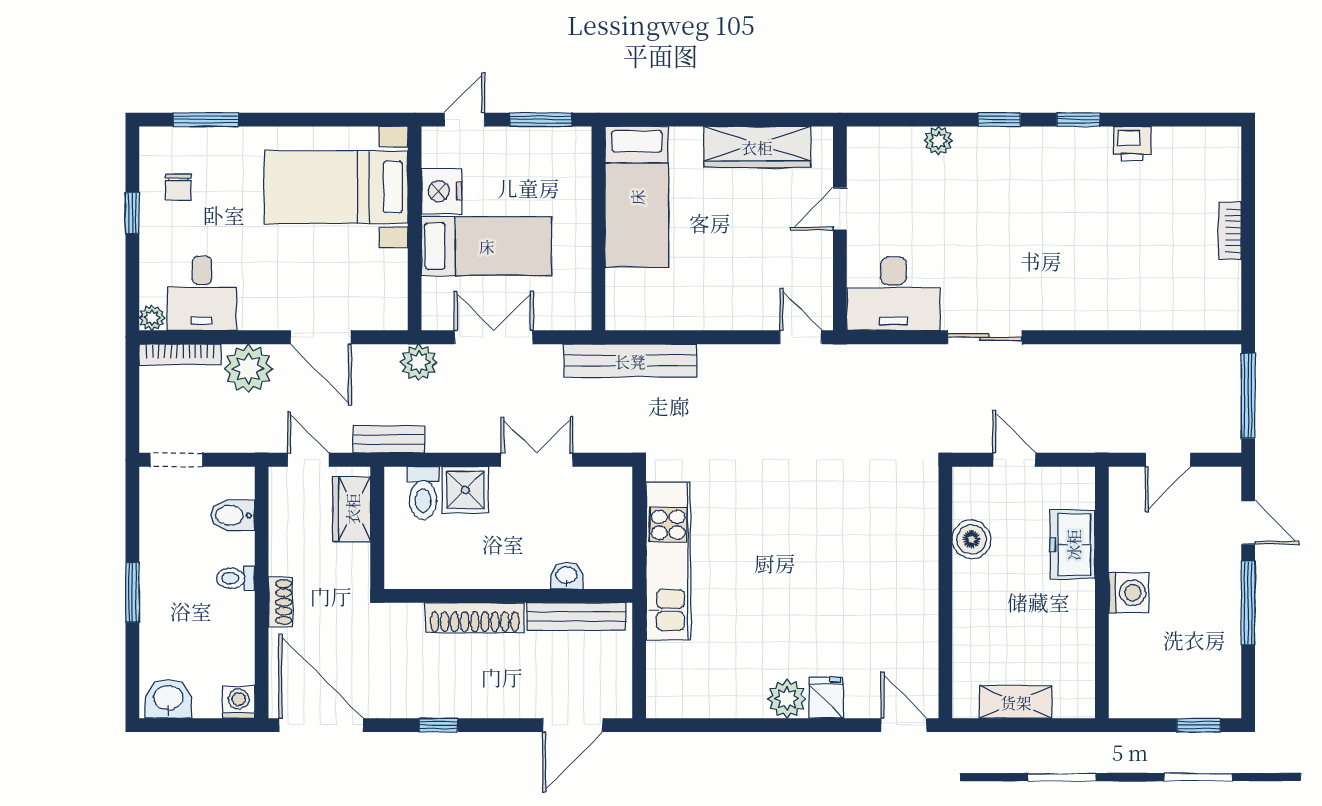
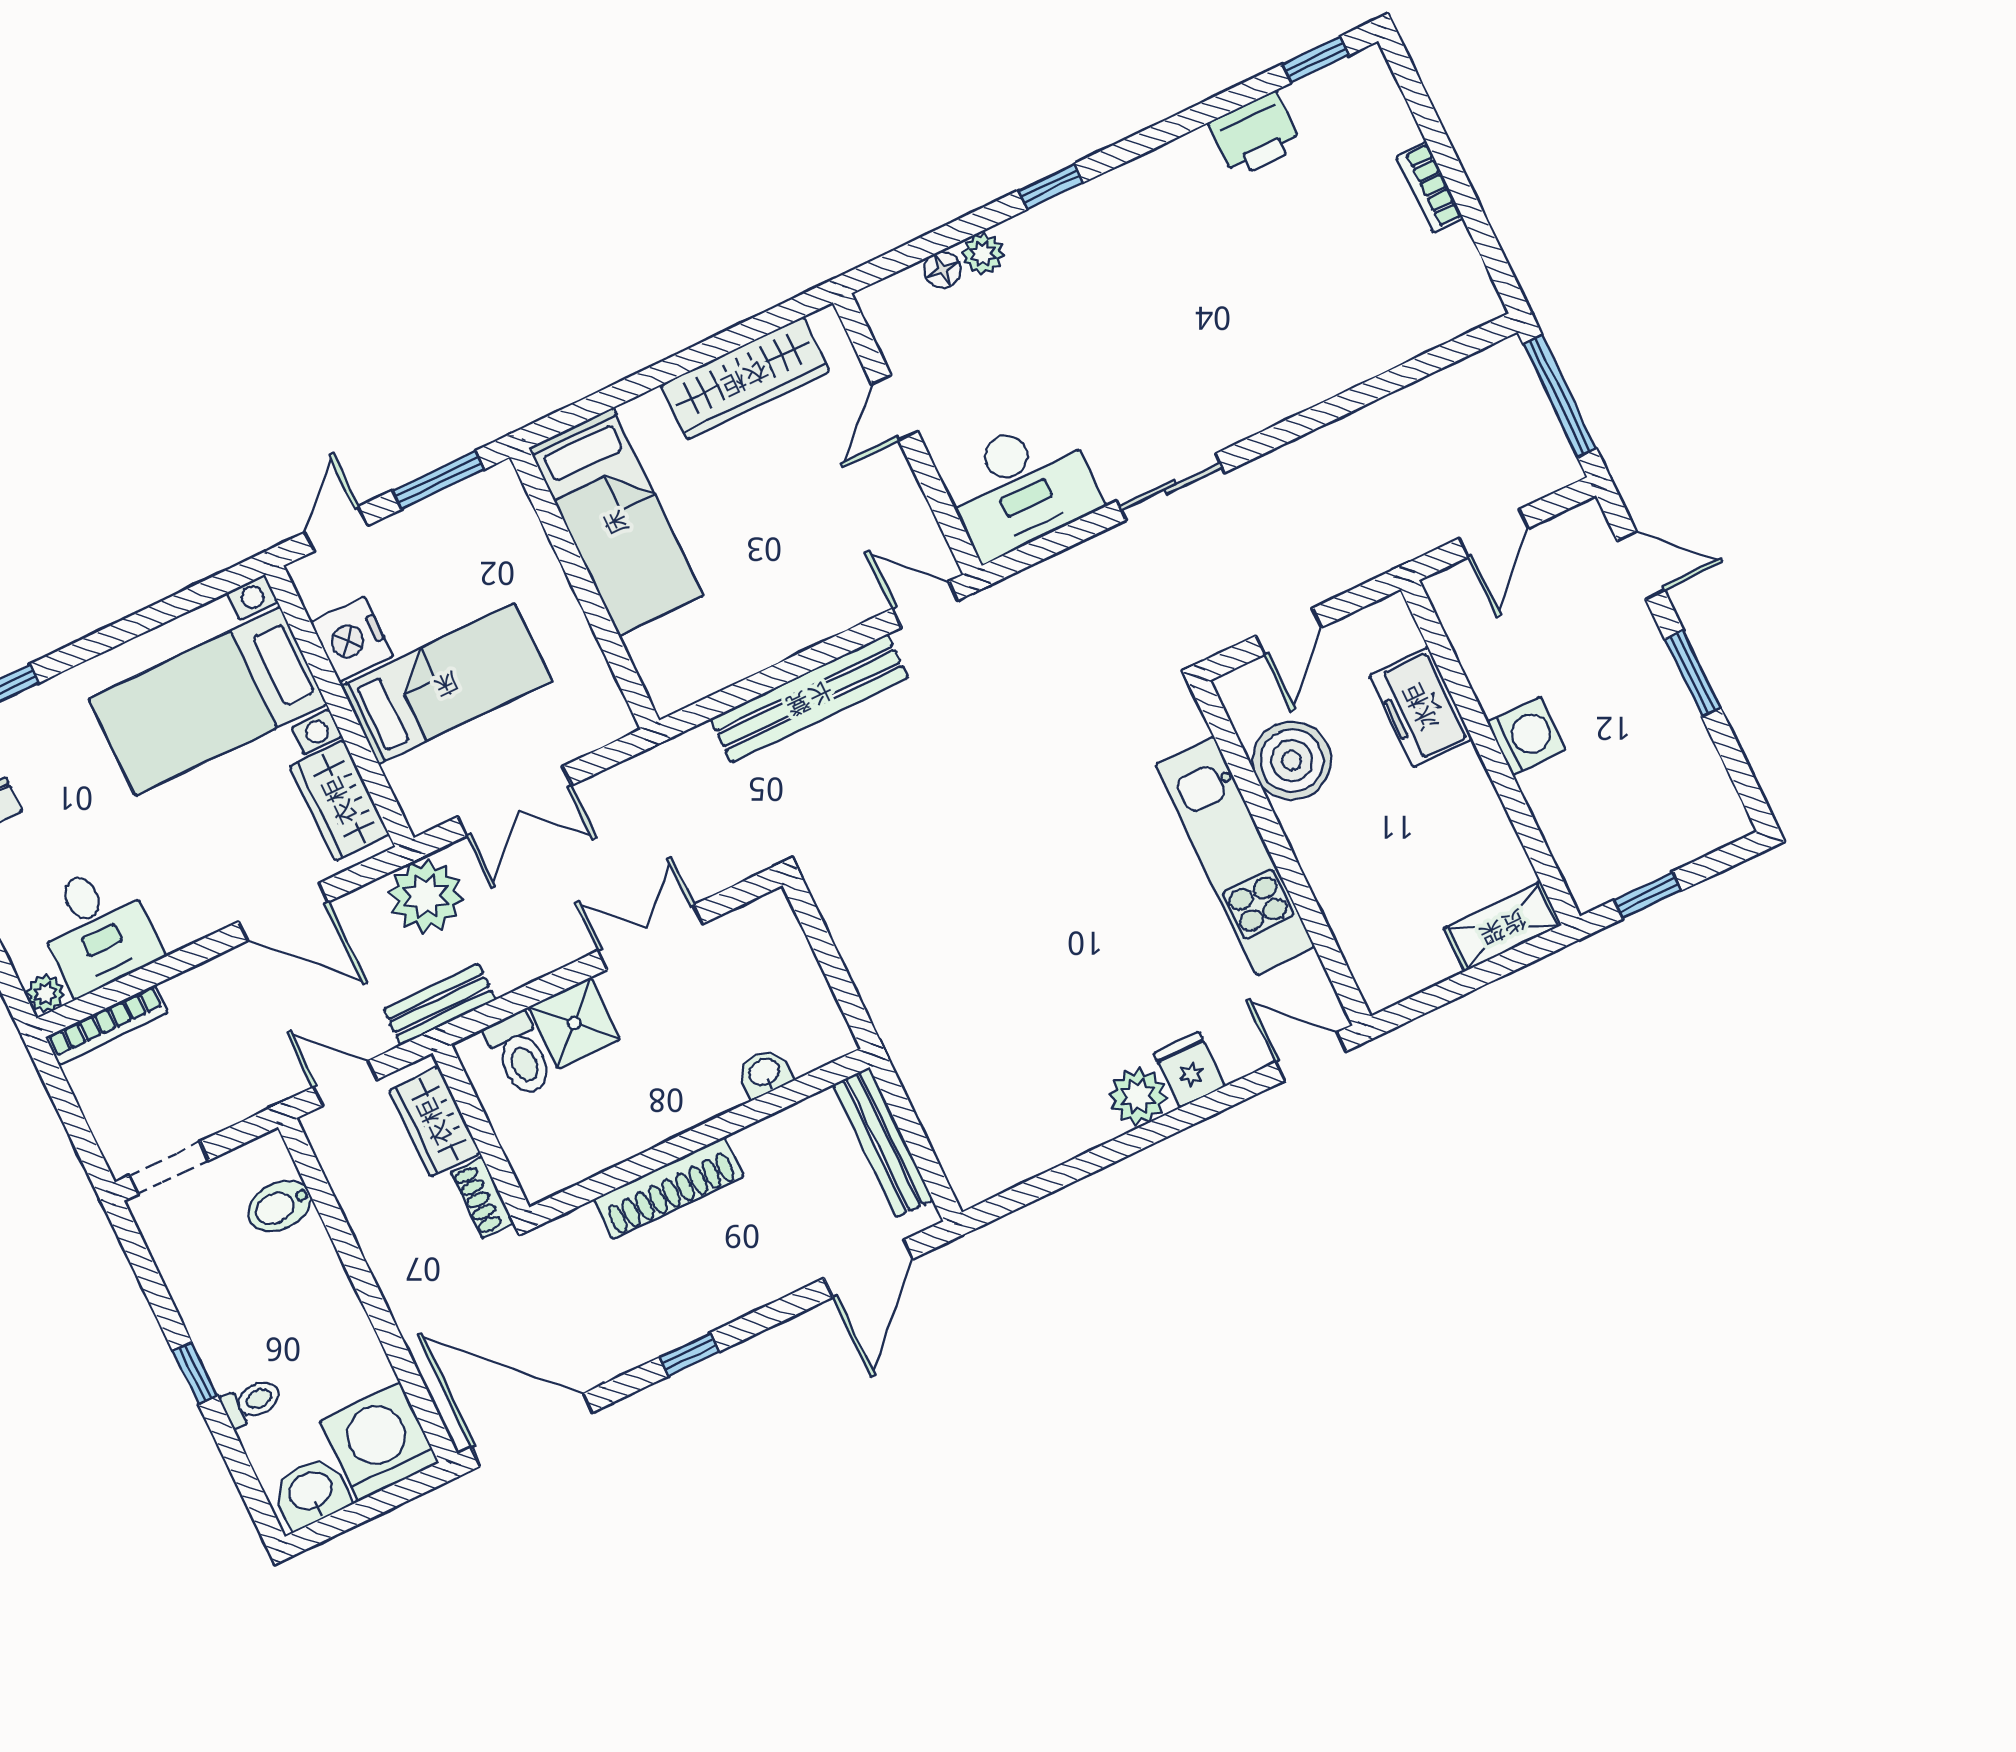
window: (1078, 120) -> (1316, 60), moved
floor lamp: (909, 139) -> (942, 270), added
printer: (1132, 144) -> (1255, 135), width x1.36, depth x1.24
wardrobe: (387, 286) -> (340, 801), added
double door: (494, 337) -> (515, 801), swing flipped
bench: (630, 361) -> (809, 698), moved
plant: (419, 362) -> (426, 896), width x1.36, depth x1.36
plant: (248, 369) -> (207, 1000), removed
door: (1014, 460) -> (1289, 631), swing flipped
boiler: (972, 539) -> (1292, 761), width x1.37, depth x1.37
kitchen unit: (668, 561) -> (1235, 856), moved, turned 180
toilet: (236, 578) -> (252, 1402), moved, turned 180
window: (132, 592) -> (195, 1373), width x0.67
shoe rack: (281, 602) -> (482, 1198), moved, turned 180
window: (1248, 603) -> (1693, 673), width x0.69
bench: (576, 617) -> (883, 1142), moved, turned 90
washing machine: (239, 702) -> (379, 1442), width x1.89, depth x1.89
shelving: (1016, 702) -> (1503, 927), moved
window: (1199, 725) -> (1647, 895), moved

